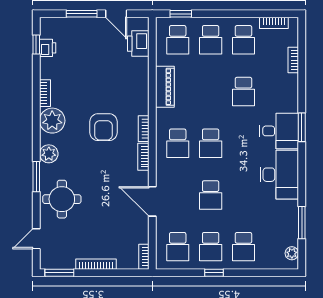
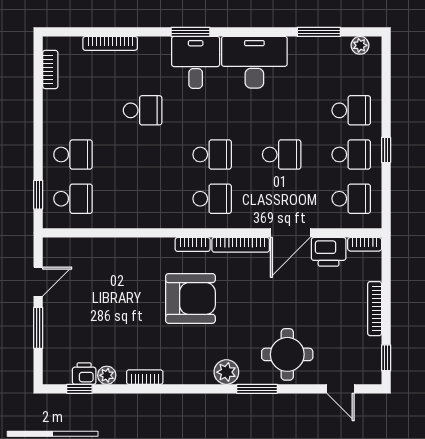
school desk: (243, 40) -> (73, 110), removed
printer: (138, 44) -> (329, 252), moved
bookcase: (293, 60) -> (110, 43), width x1.56
piano: (165, 87) -> (136, 216), removed
plant: (52, 121) -> (107, 375), moved, width x0.53, depth x0.53
armchair: (103, 127) -> (190, 298), width x1.36, depth x1.36
bookcase: (143, 157) -> (241, 245), width x1.56
window: (59, 273) -> (386, 358), width x0.67

